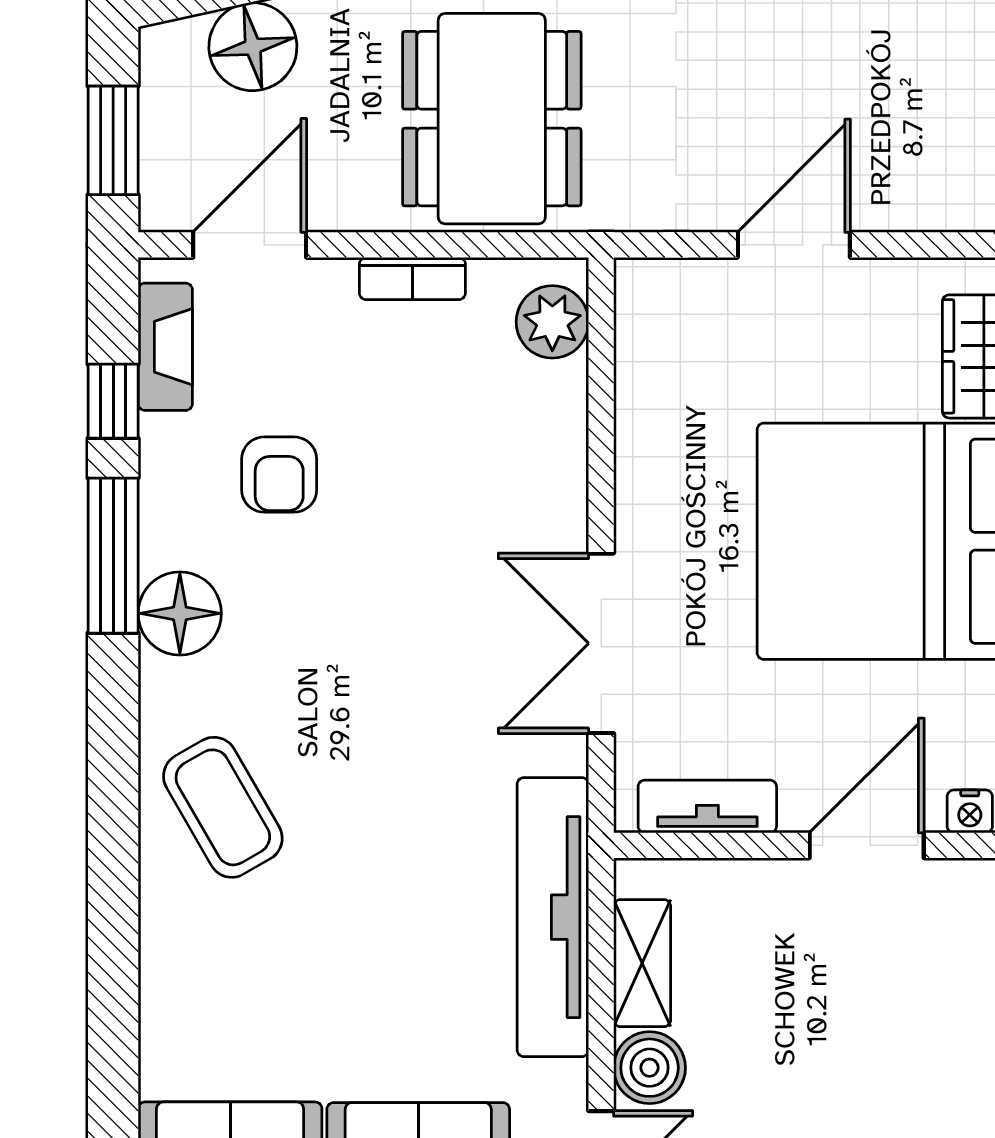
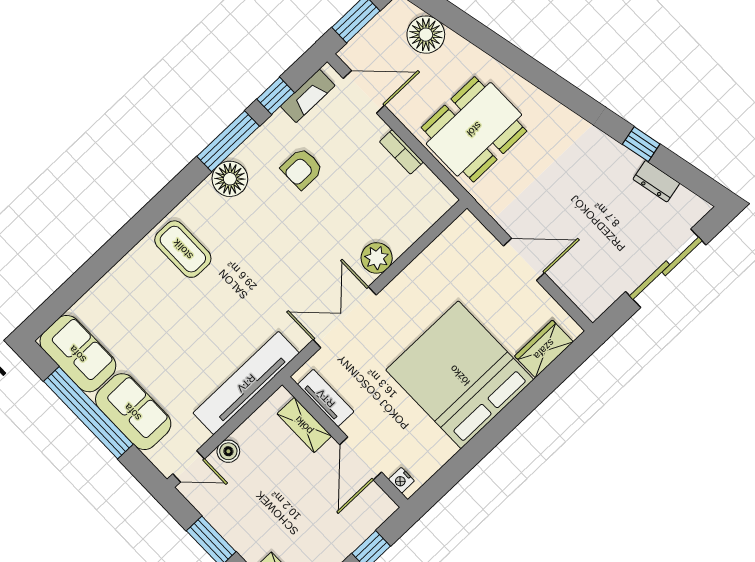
plant: (552, 322) -> (377, 258), moved
coffee table: (223, 807) -> (183, 249), turned -60
door: (867, 845) -> (361, 458), swing flipped
shelving: (642, 963) -> (304, 425), moved, turned 90
boiler: (650, 1068) -> (228, 451), width x0.73, depth x0.73

